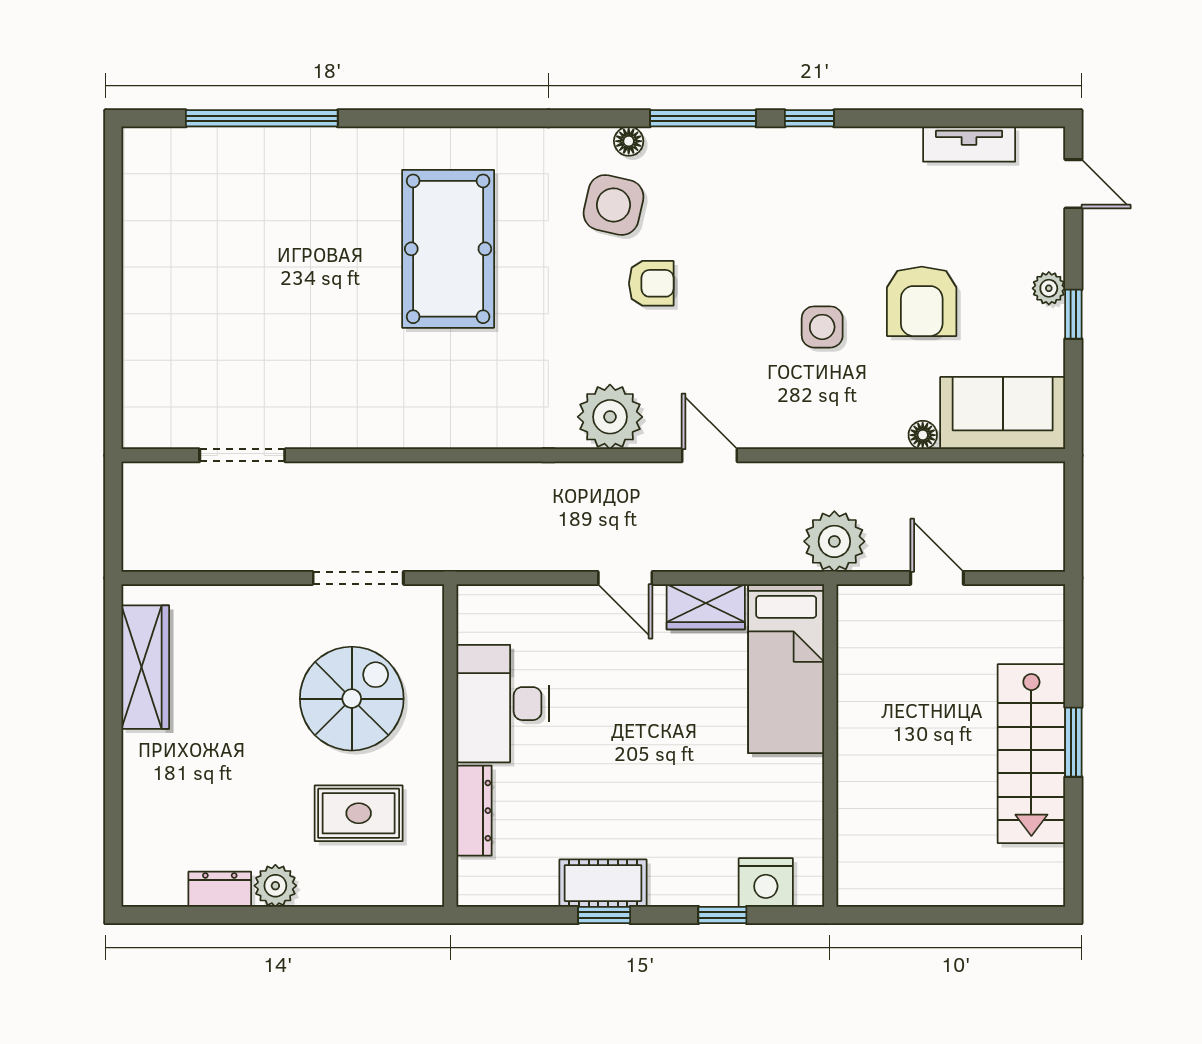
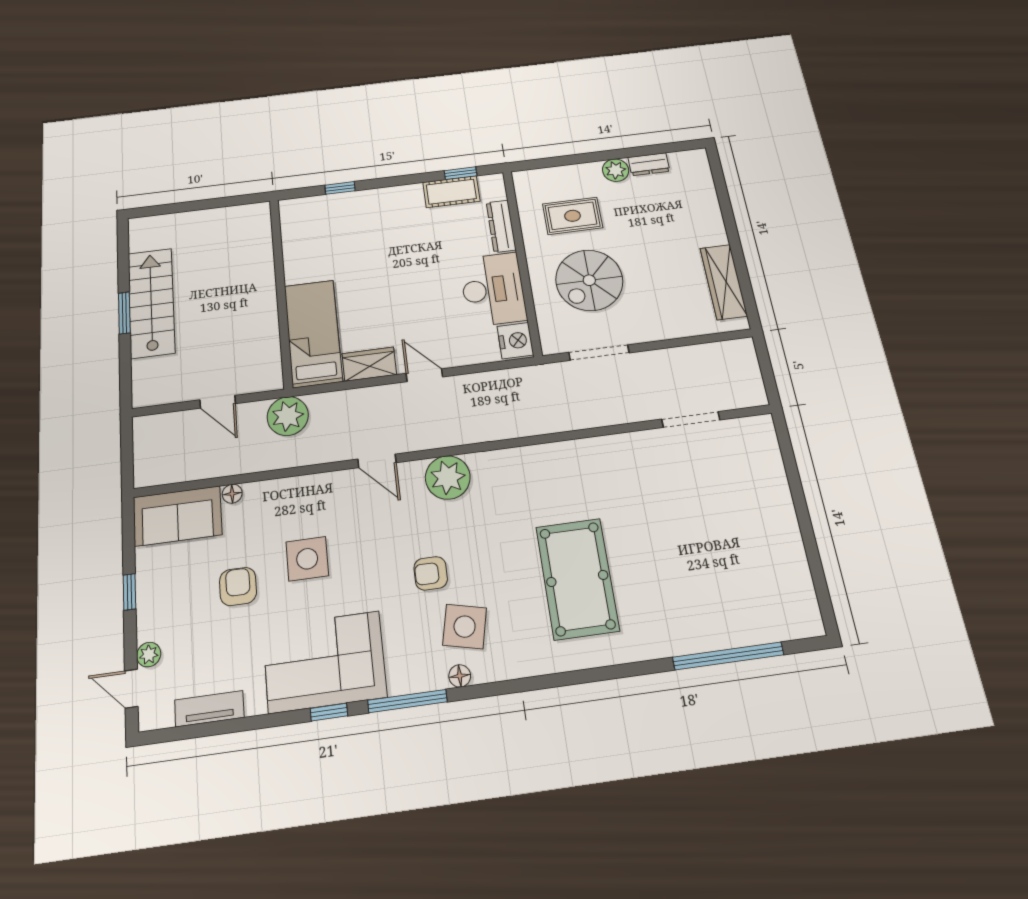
corner sofa: (810, 184) -> (324, 662), added
plant: (1049, 288) -> (149, 655), moved
armchair: (922, 301) -> (238, 587), width x0.72, depth x0.72
side table: (822, 327) -> (307, 559), width x1.37, depth x1.37
nightstand: (766, 882) -> (515, 341), moved, turned 90
cot: (603, 883) -> (451, 192), moved
window: (604, 915) -> (461, 173), moved

